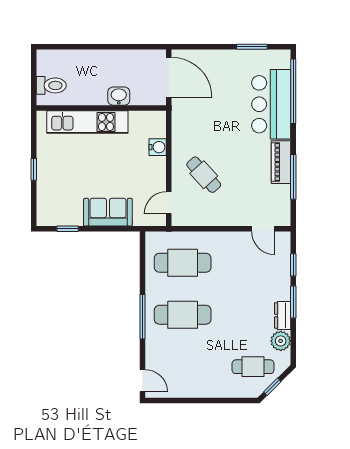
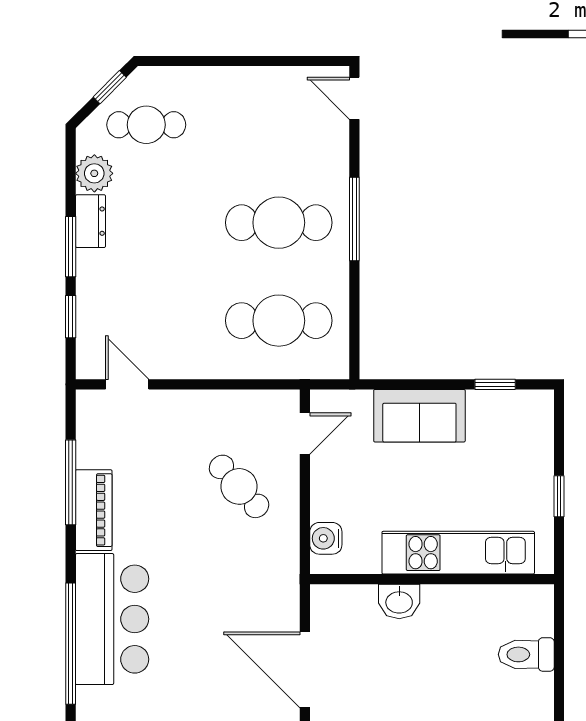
washbasin: (119, 96) -> (399, 601), moved
wall: (101, 108) -> (432, 579), moved
kitchen unit: (87, 122) -> (458, 553), moved

